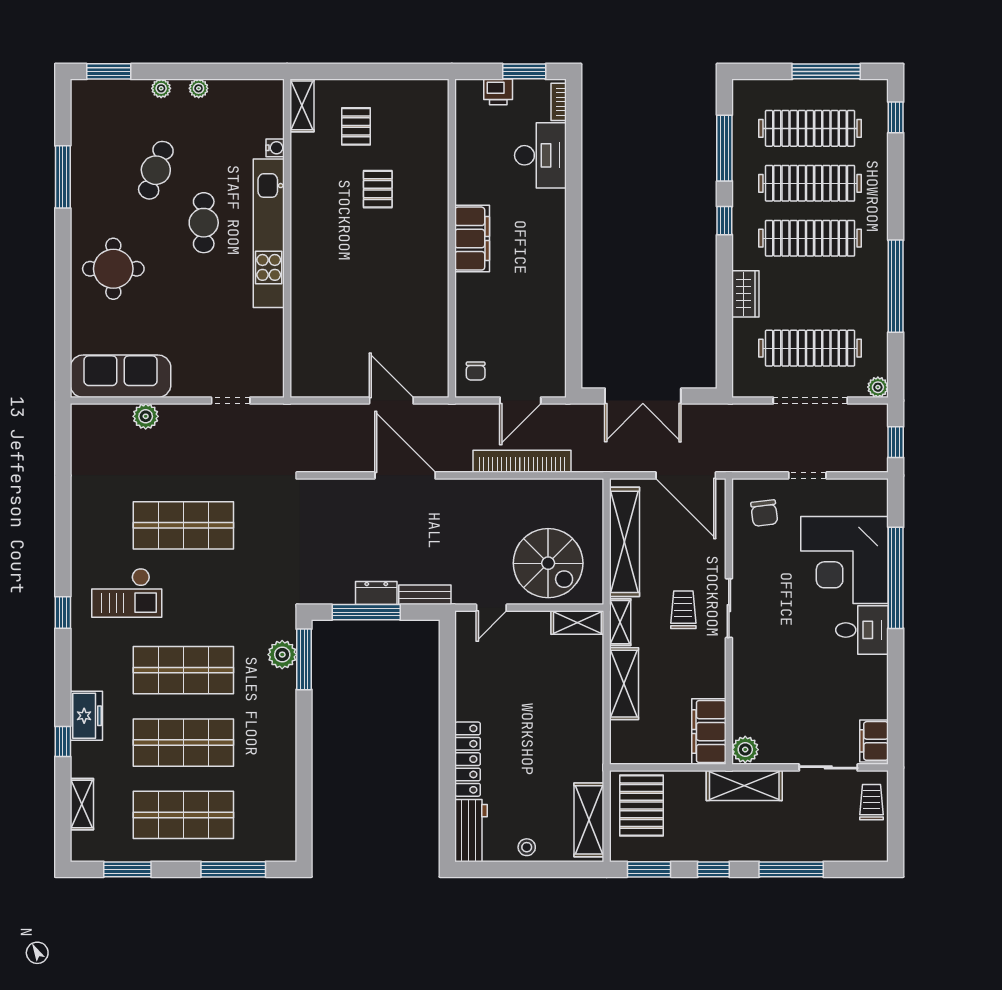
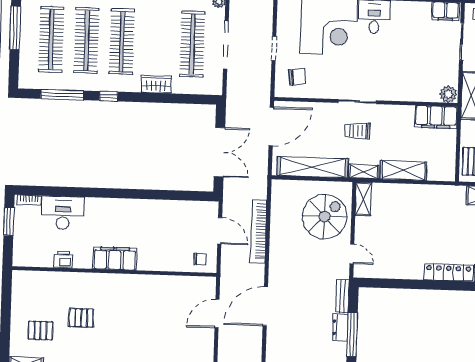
printer: (498, 92) -> (63, 259), moved, turned -90

